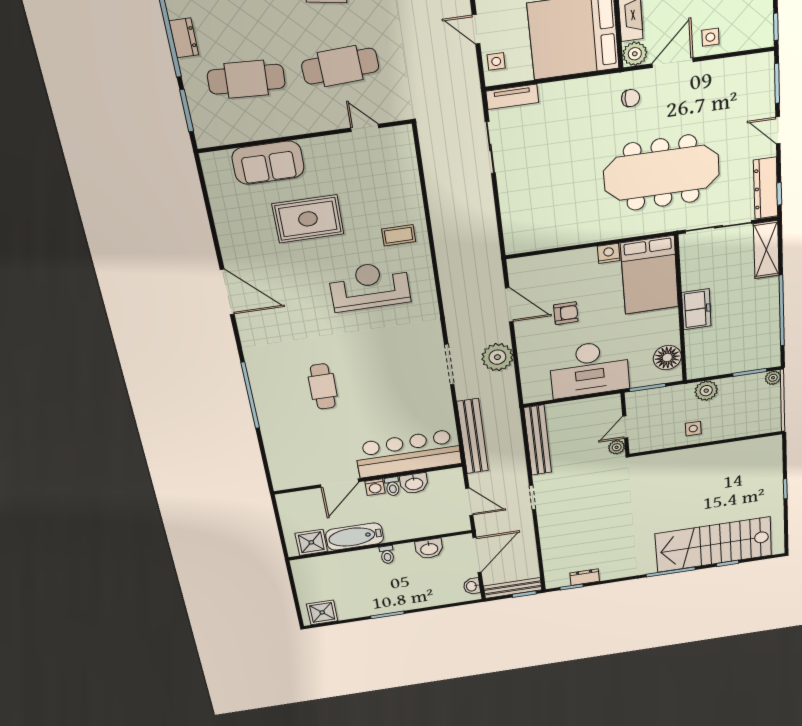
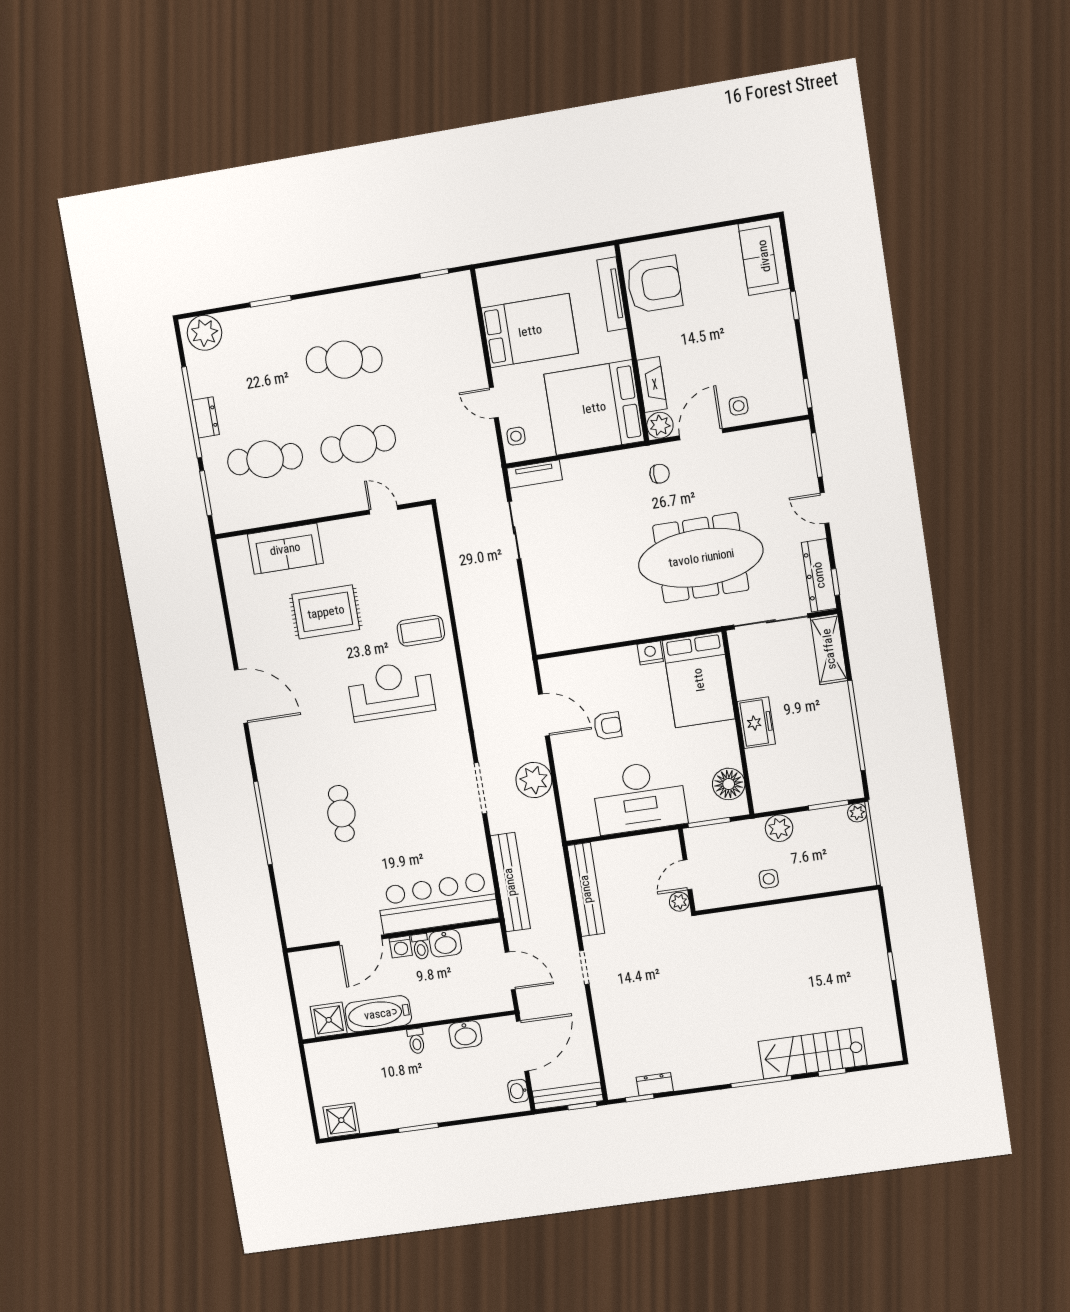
coffee table: (399, 235) -> (421, 631), width x1.36, depth x1.30
stairs: (714, 545) -> (813, 1053), width x0.73, depth x0.66

